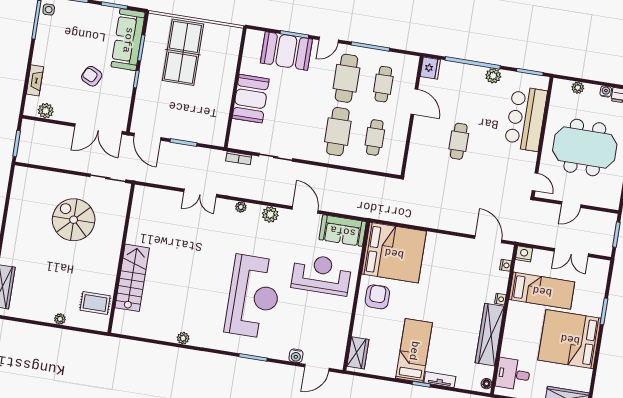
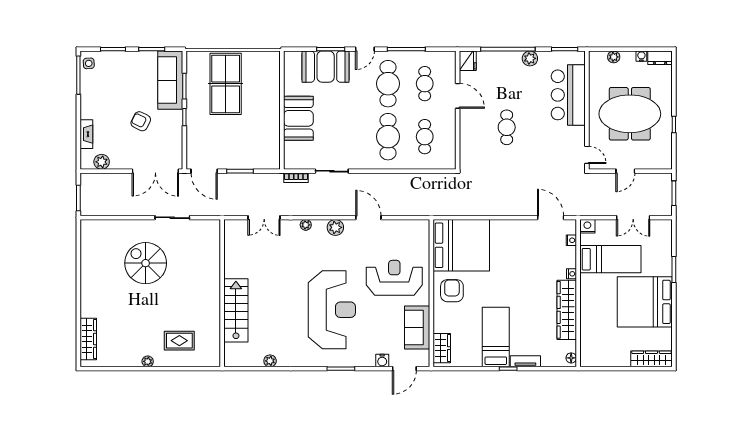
sofa: (343, 231) -> (417, 328), moved, turned 90
wall: (121, 258) -> (222, 293), moved
stairs: (132, 278) -> (236, 310), moved
desk: (513, 374) -> (595, 345), removed

